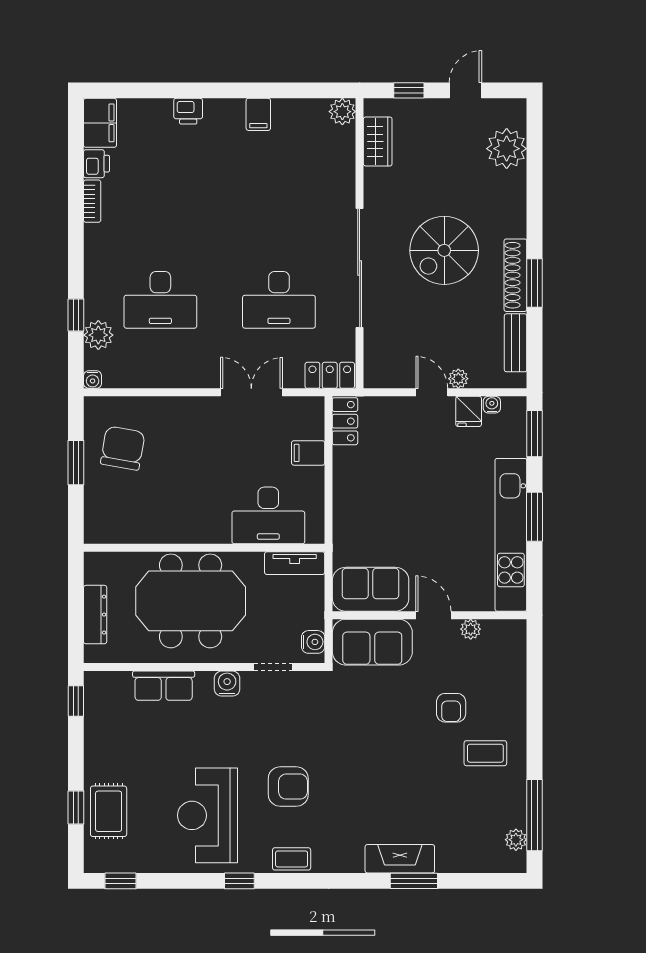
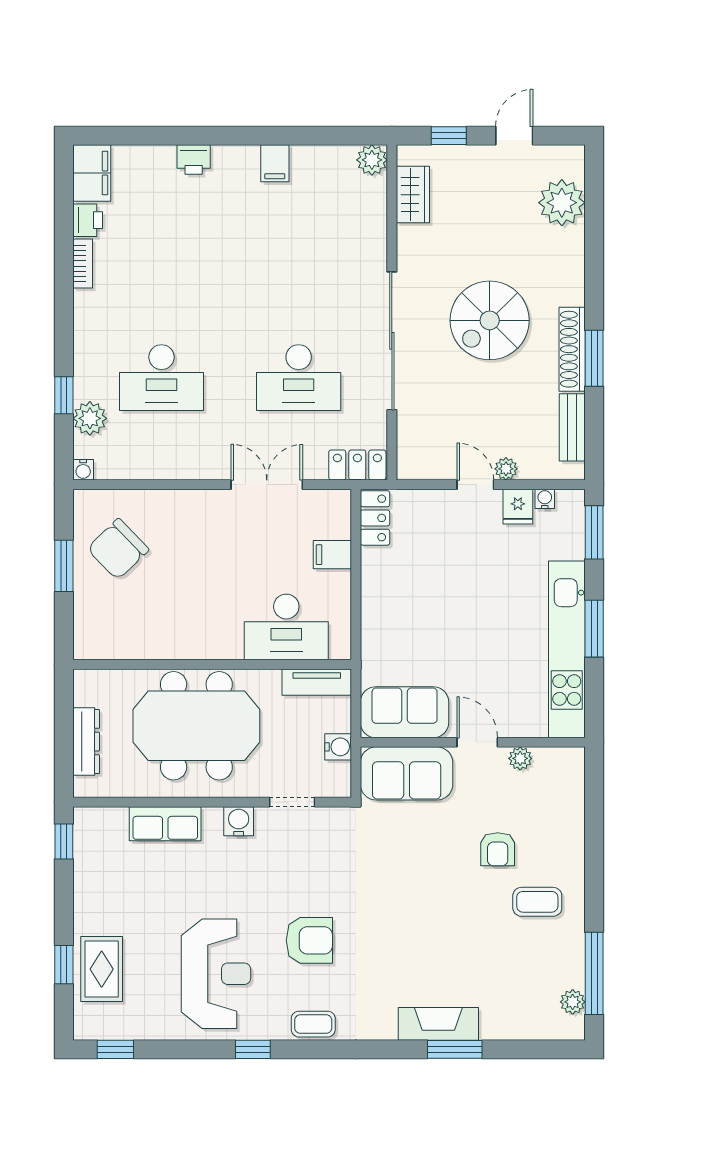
chair: (123, 448) -> (118, 549), turned -144
water cooler: (313, 642) -> (338, 747), moved
reception desk: (208, 815) -> (216, 974), turned 180

